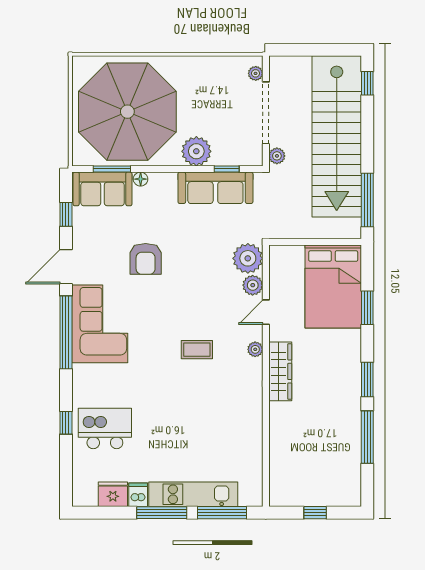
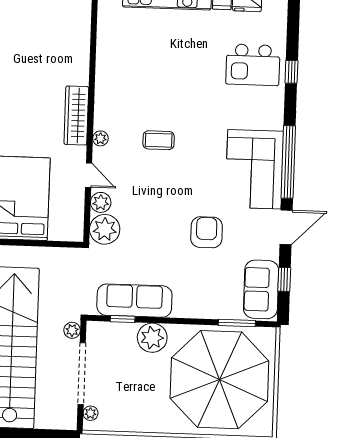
floor lamp: (141, 179) -> (209, 312), removed
sofa: (103, 189) -> (261, 289), moved, turned -90
door: (266, 312) -> (89, 175), hinge flipped

